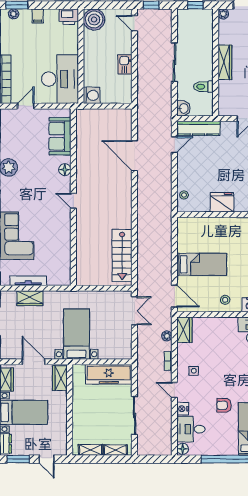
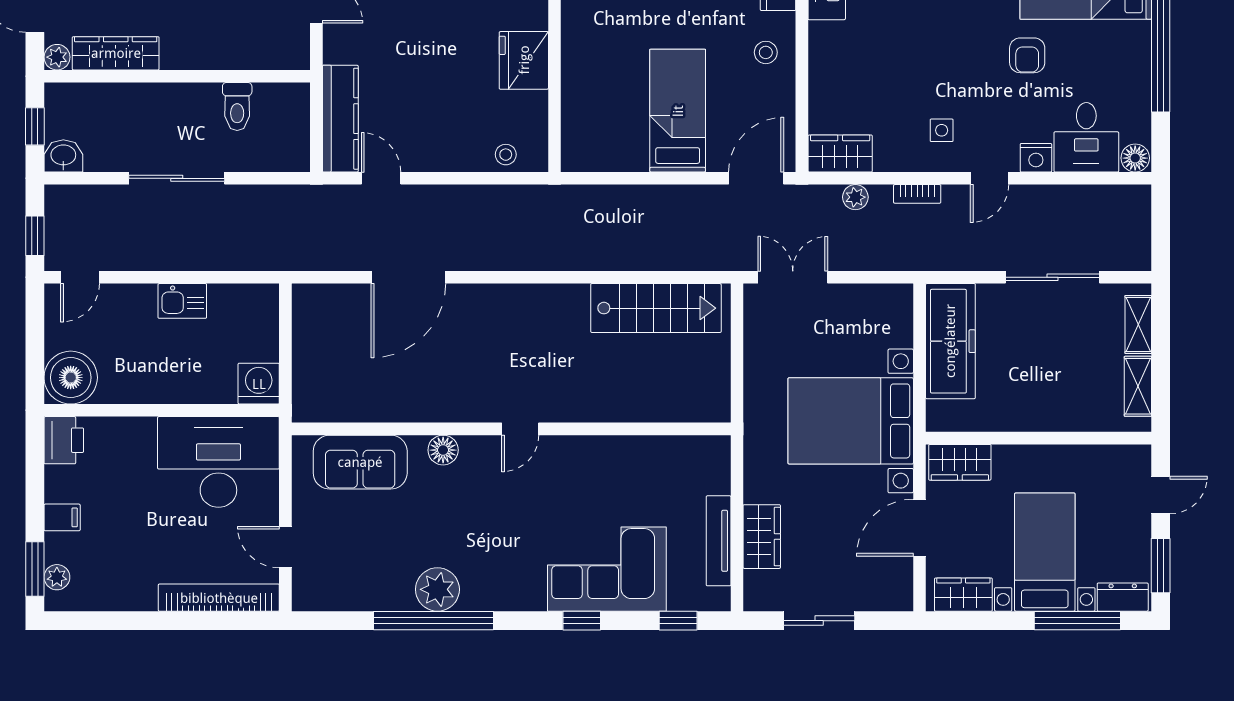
wardrobe: (225, 62) -> (116, 53), moved
washbasin: (183, 108) -> (63, 156), moved
bed with nightstands: (77, 334) -> (851, 421), width x1.36

